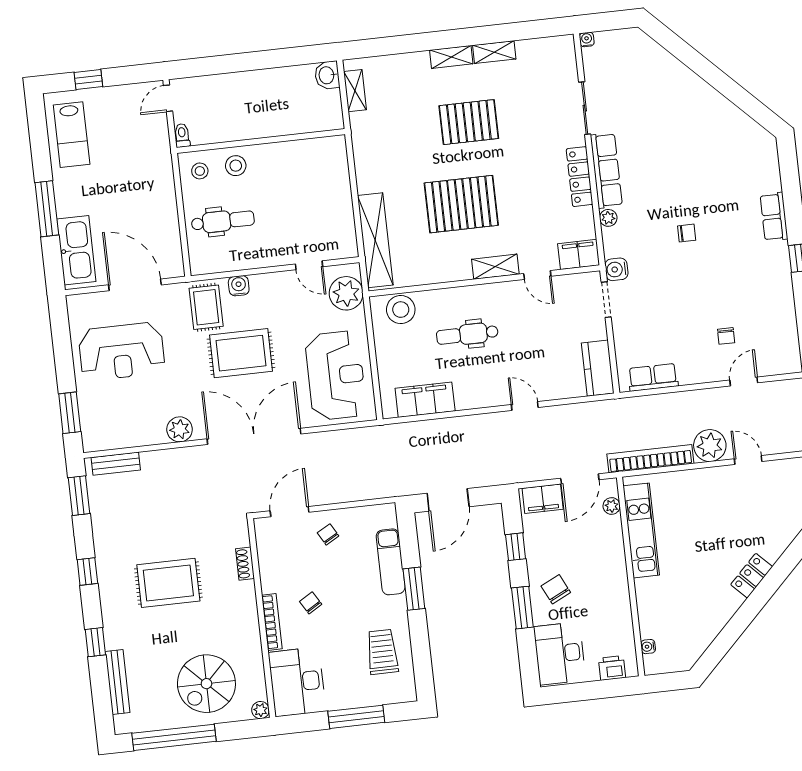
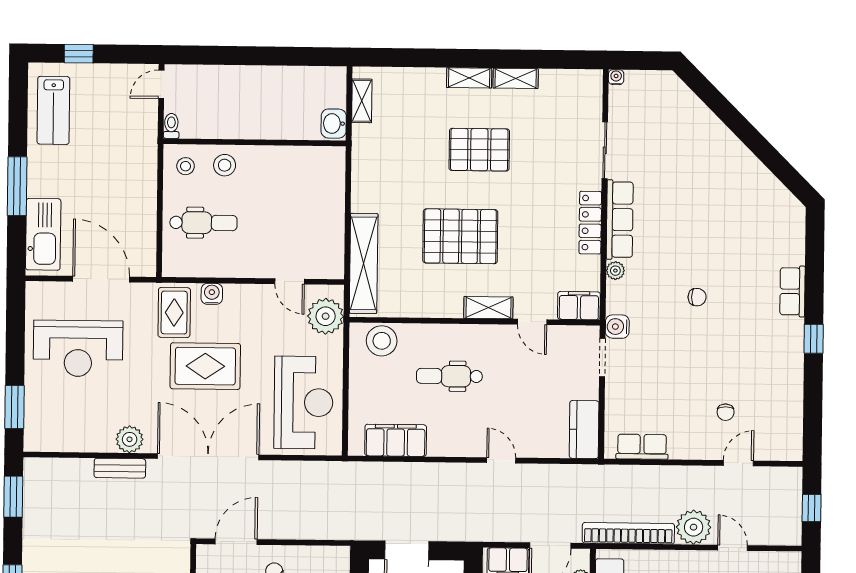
washbasin: (327, 75) -> (334, 124), moved
bench: (116, 464) -> (120, 468), moved

